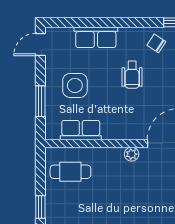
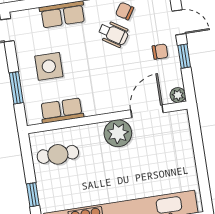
wheelchair: (132, 75) -> (113, 34), moved, turned -57
plant: (132, 154) -> (118, 133), width x1.88, depth x1.88

